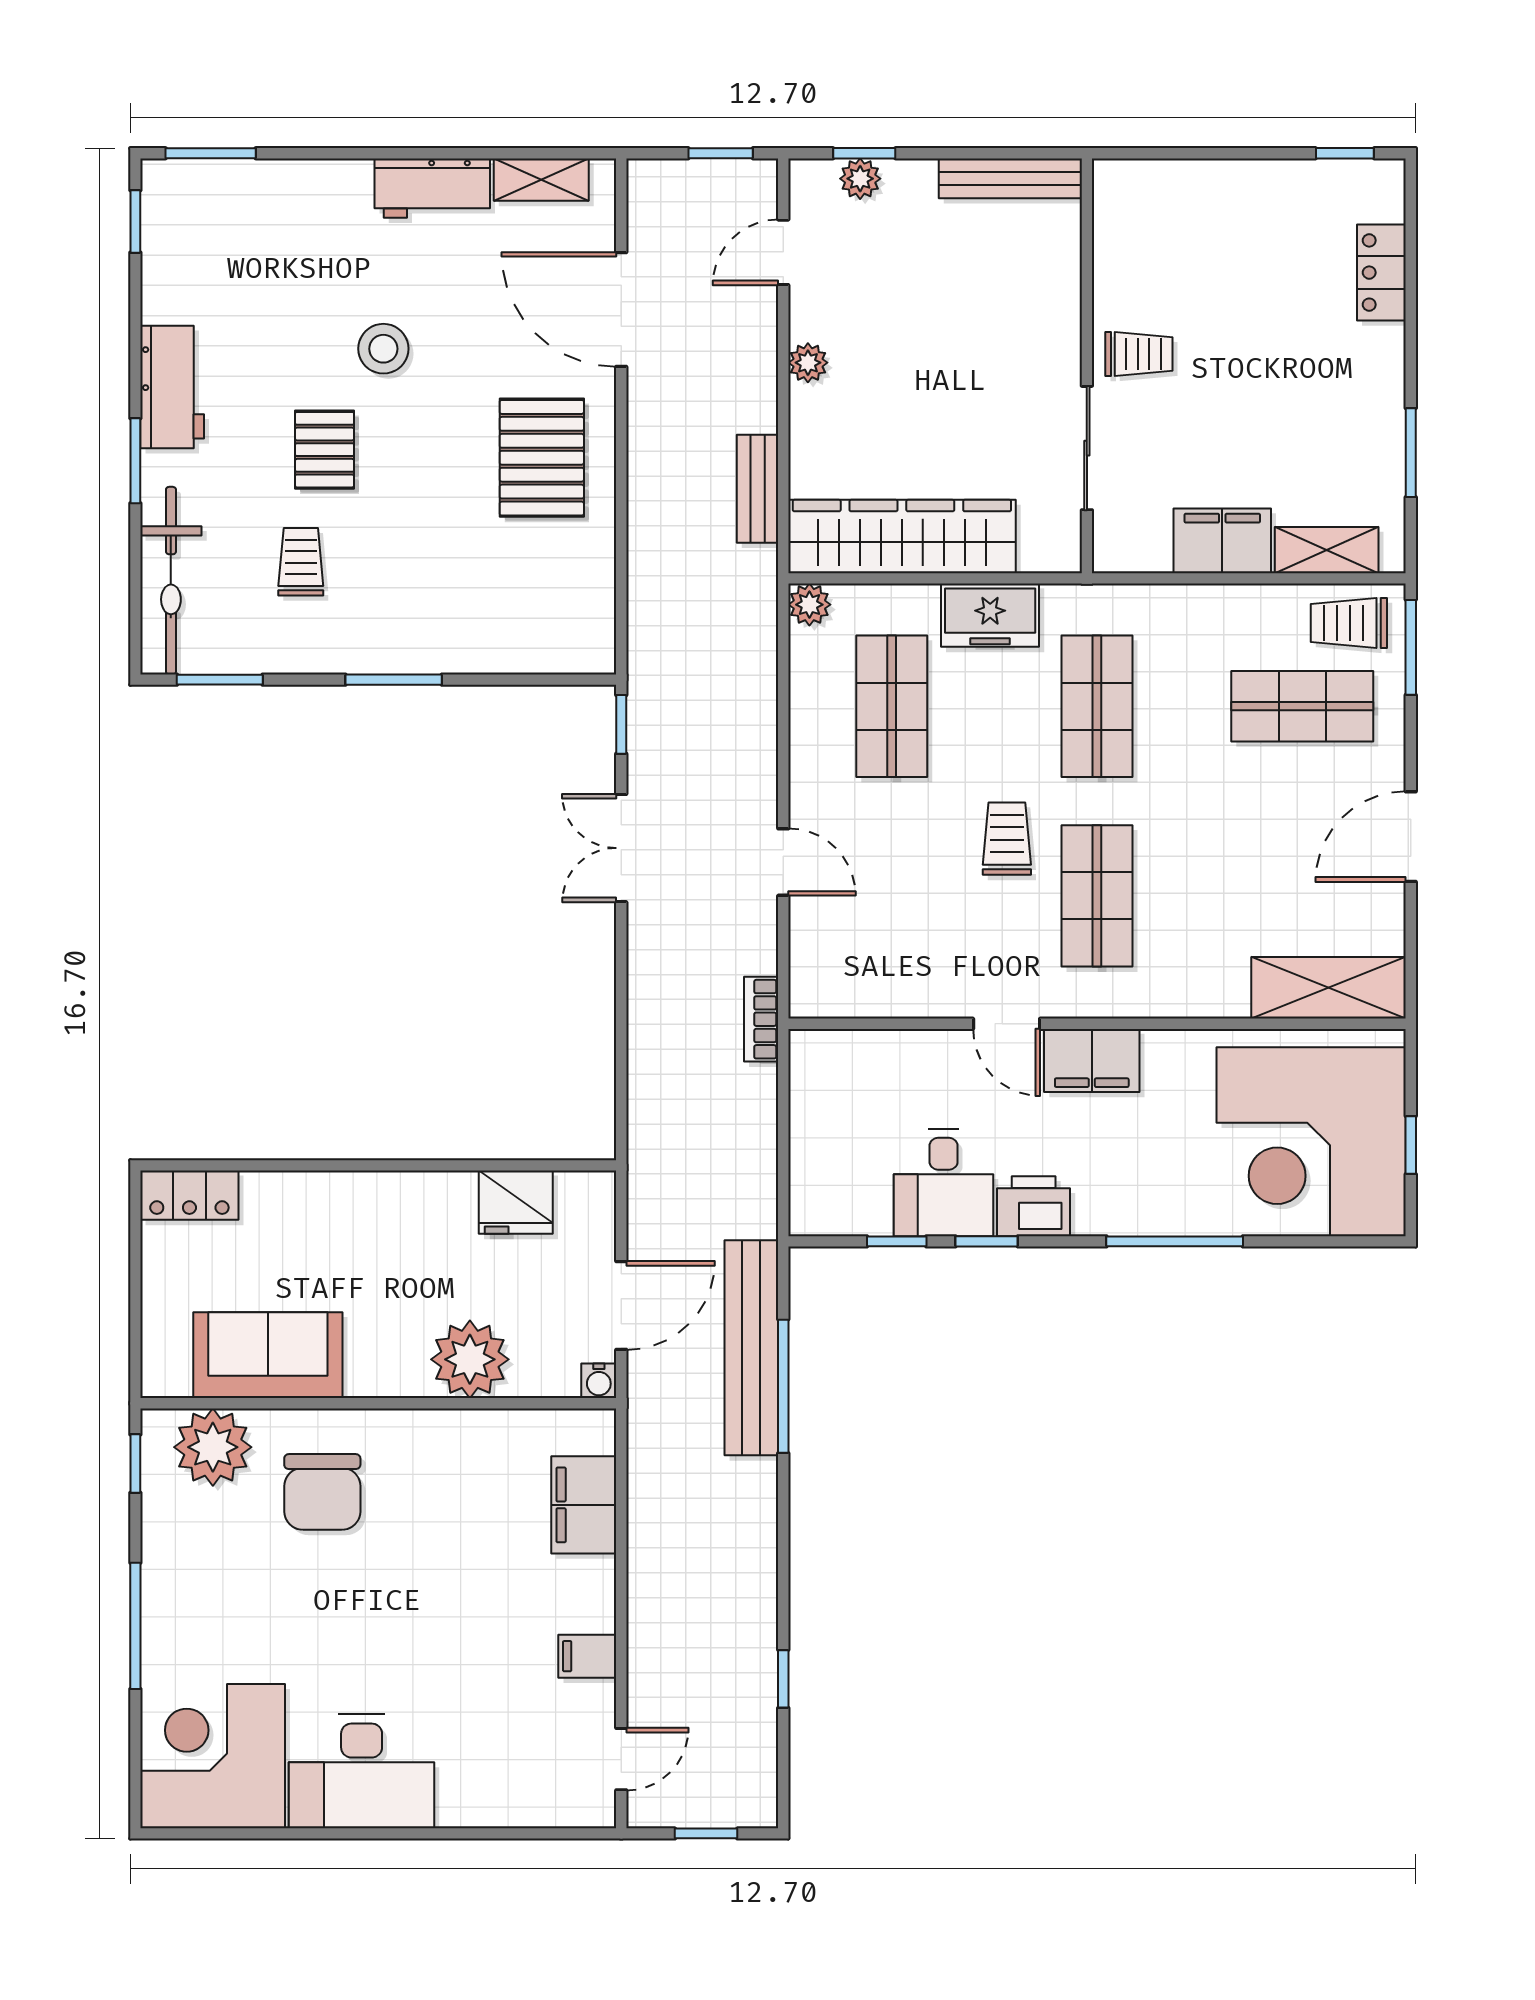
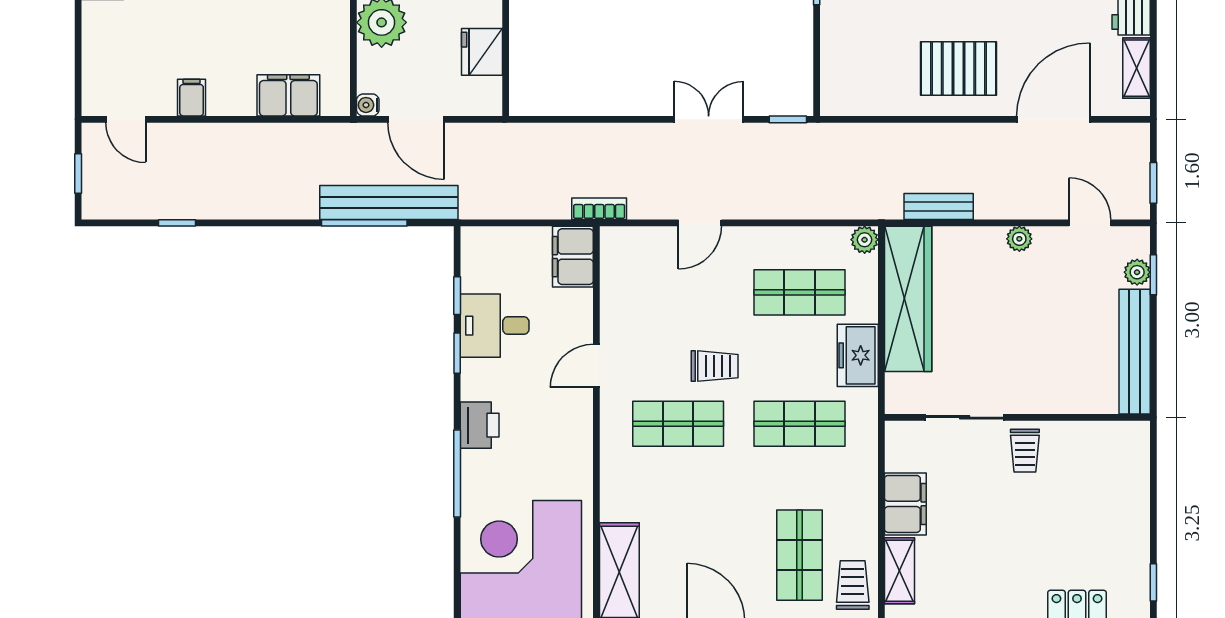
bench: (1010, 178) -> (1135, 352), width x1.37, depth x1.21
filing cabinet: (1092, 1060) -> (573, 257), moved
printer: (1034, 1206) -> (480, 425), moved

